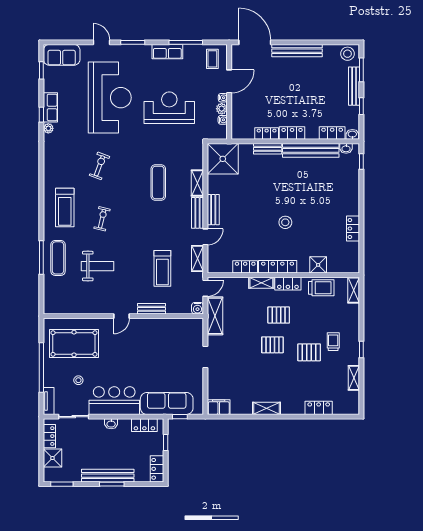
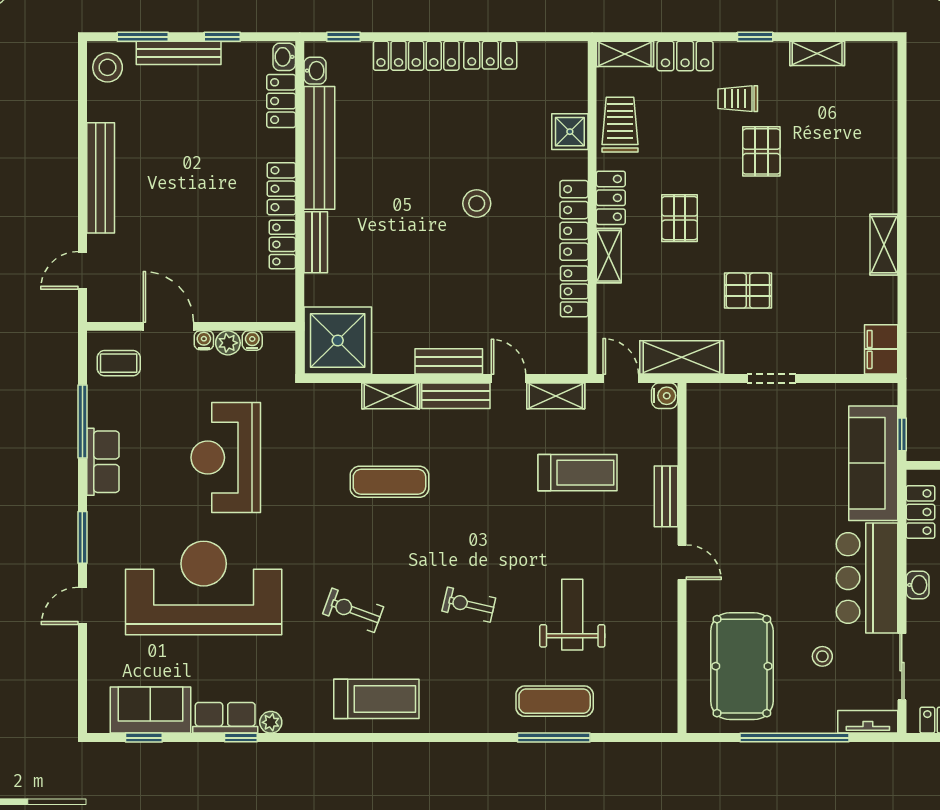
door: (255, 42) -> (82, 270), width x0.53
sofa: (62, 55) -> (150, 710), moved, turned -90
locker: (353, 195) -> (416, 56), added
treadmill: (65, 208) -> (376, 699), moved
pallet: (272, 345) -> (748, 291), moved, turned 90
locker: (319, 408) -> (685, 56), moved, turned -90

